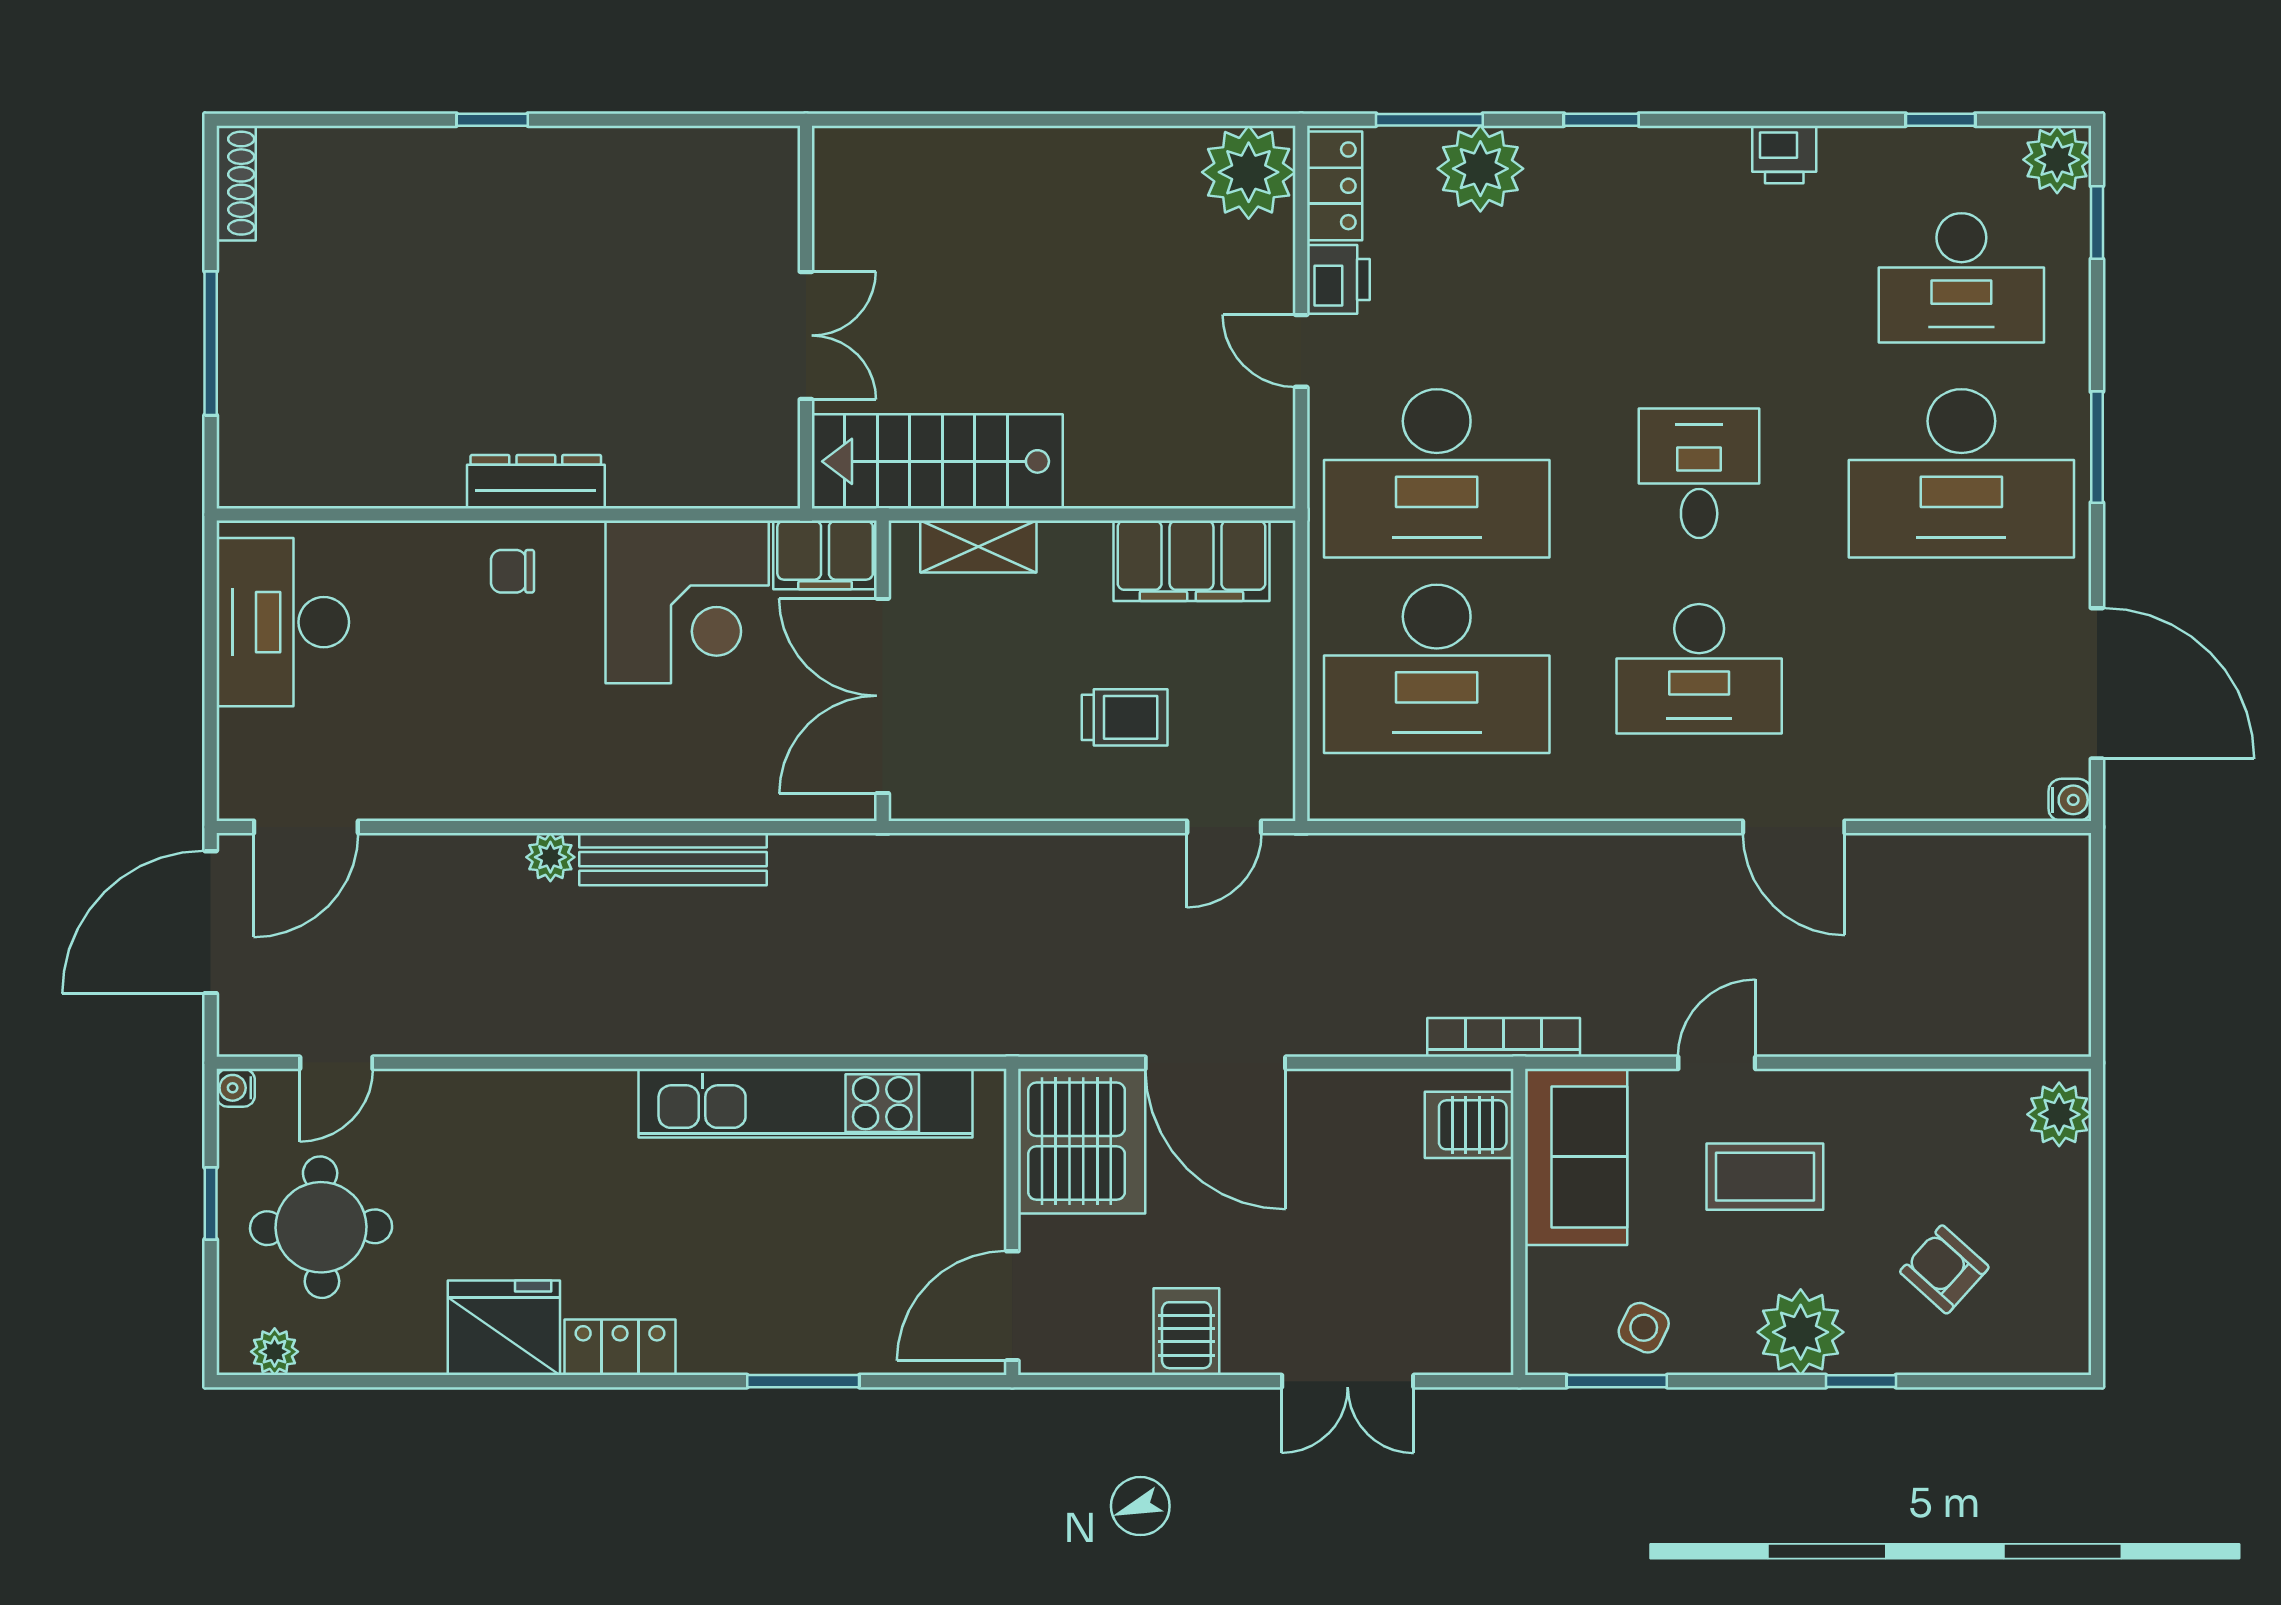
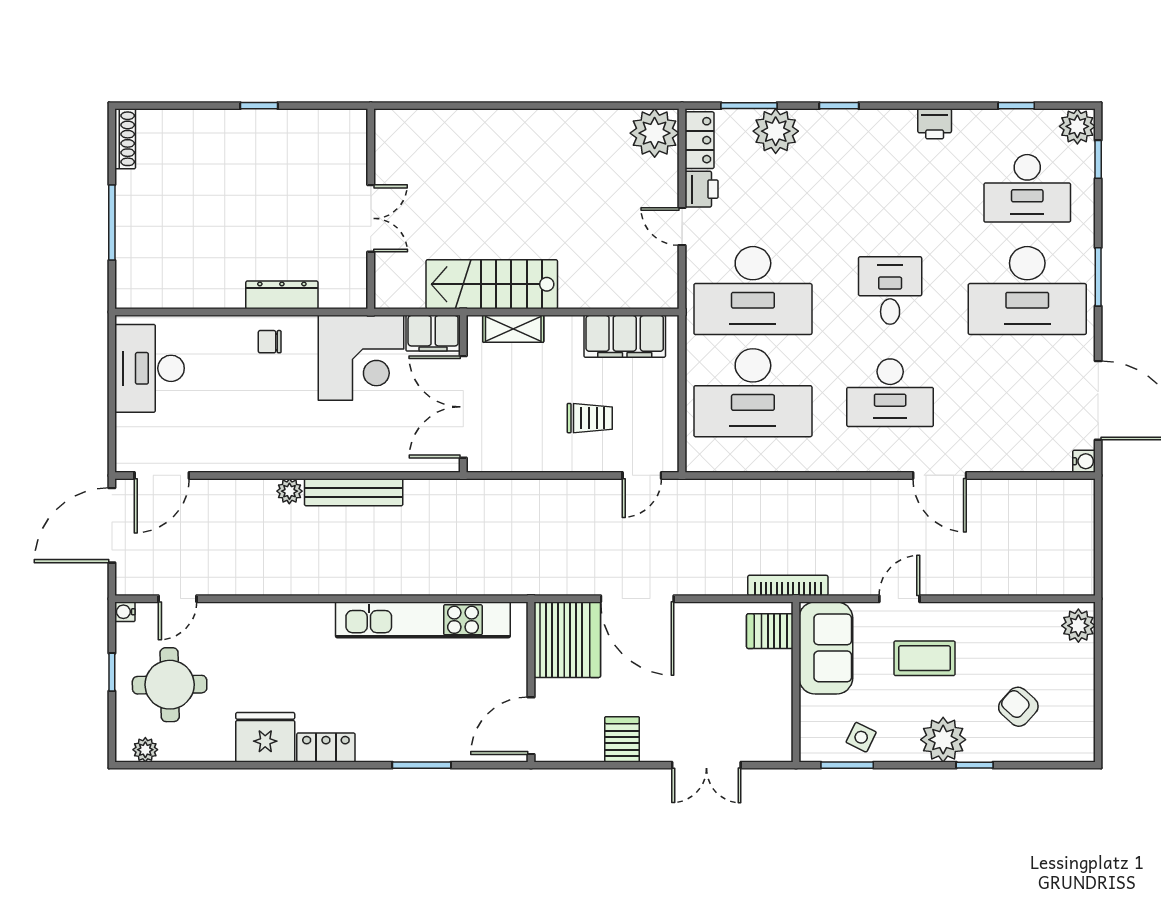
wall: (806, 317) -> (371, 209), moved
double door: (806, 335) -> (371, 218), moved

